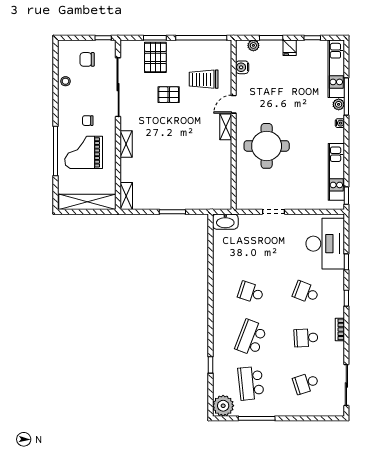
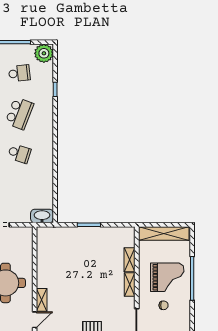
shelving: (126, 196) -> (130, 260), moved
school desk: (251, 383) -> (19, 73), width x0.54

